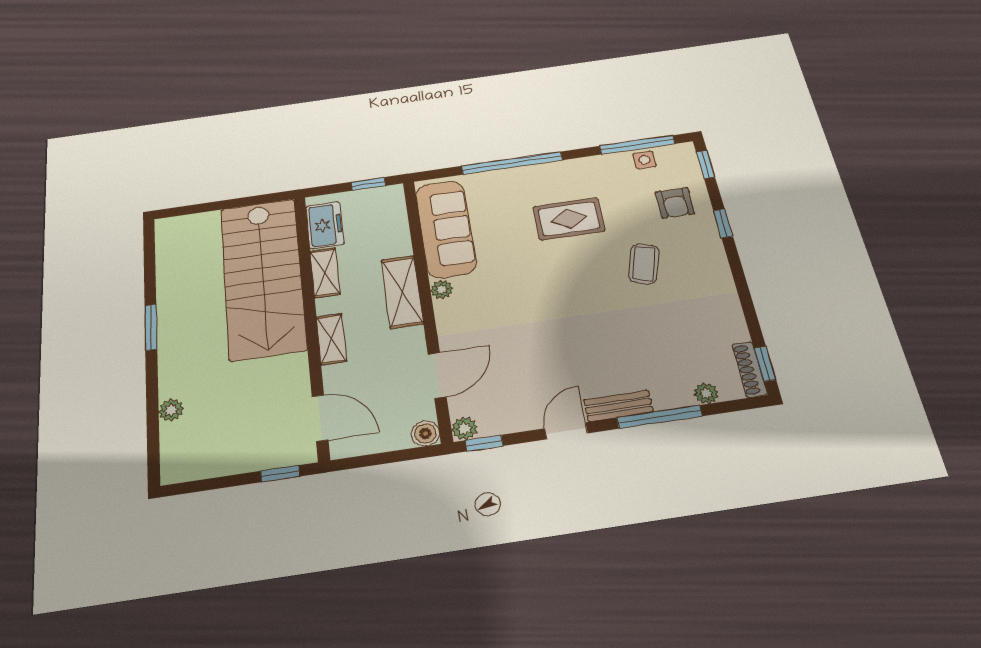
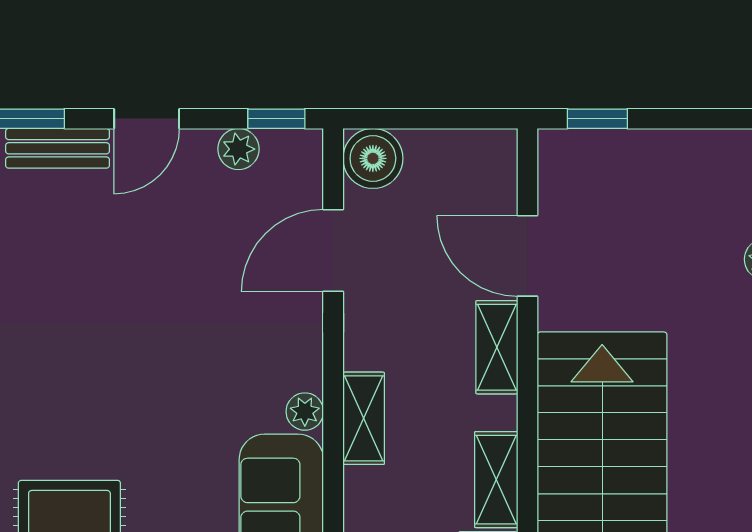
shelving: (402, 292) -> (364, 418), width x0.67, depth x0.75
door: (320, 418) -> (528, 256), moved
plant: (464, 428) -> (238, 149), moved
boiler: (425, 433) -> (373, 158), width x1.36, depth x1.36

